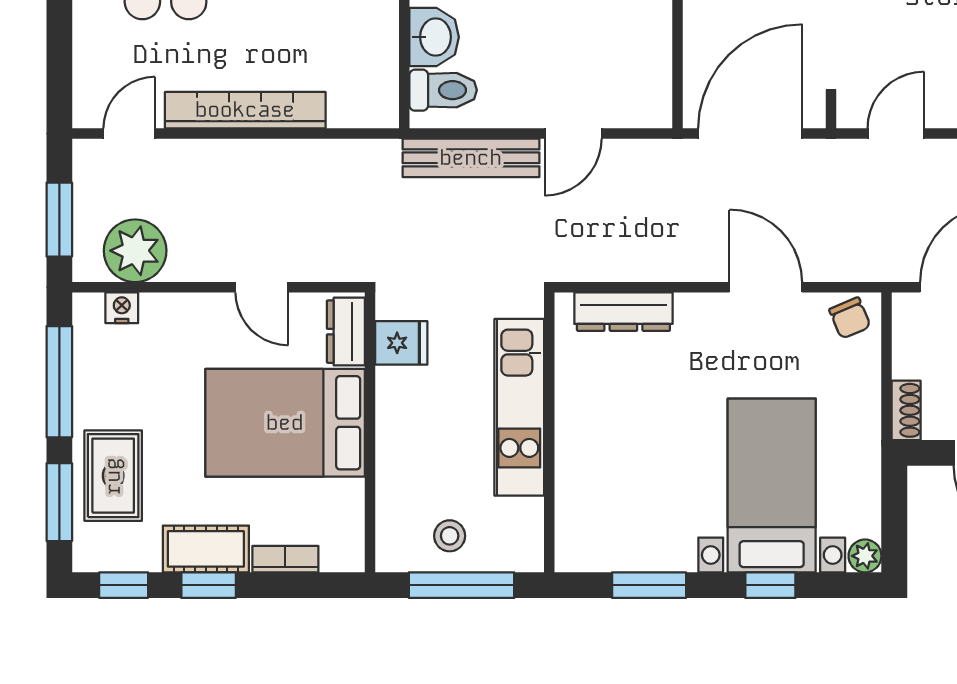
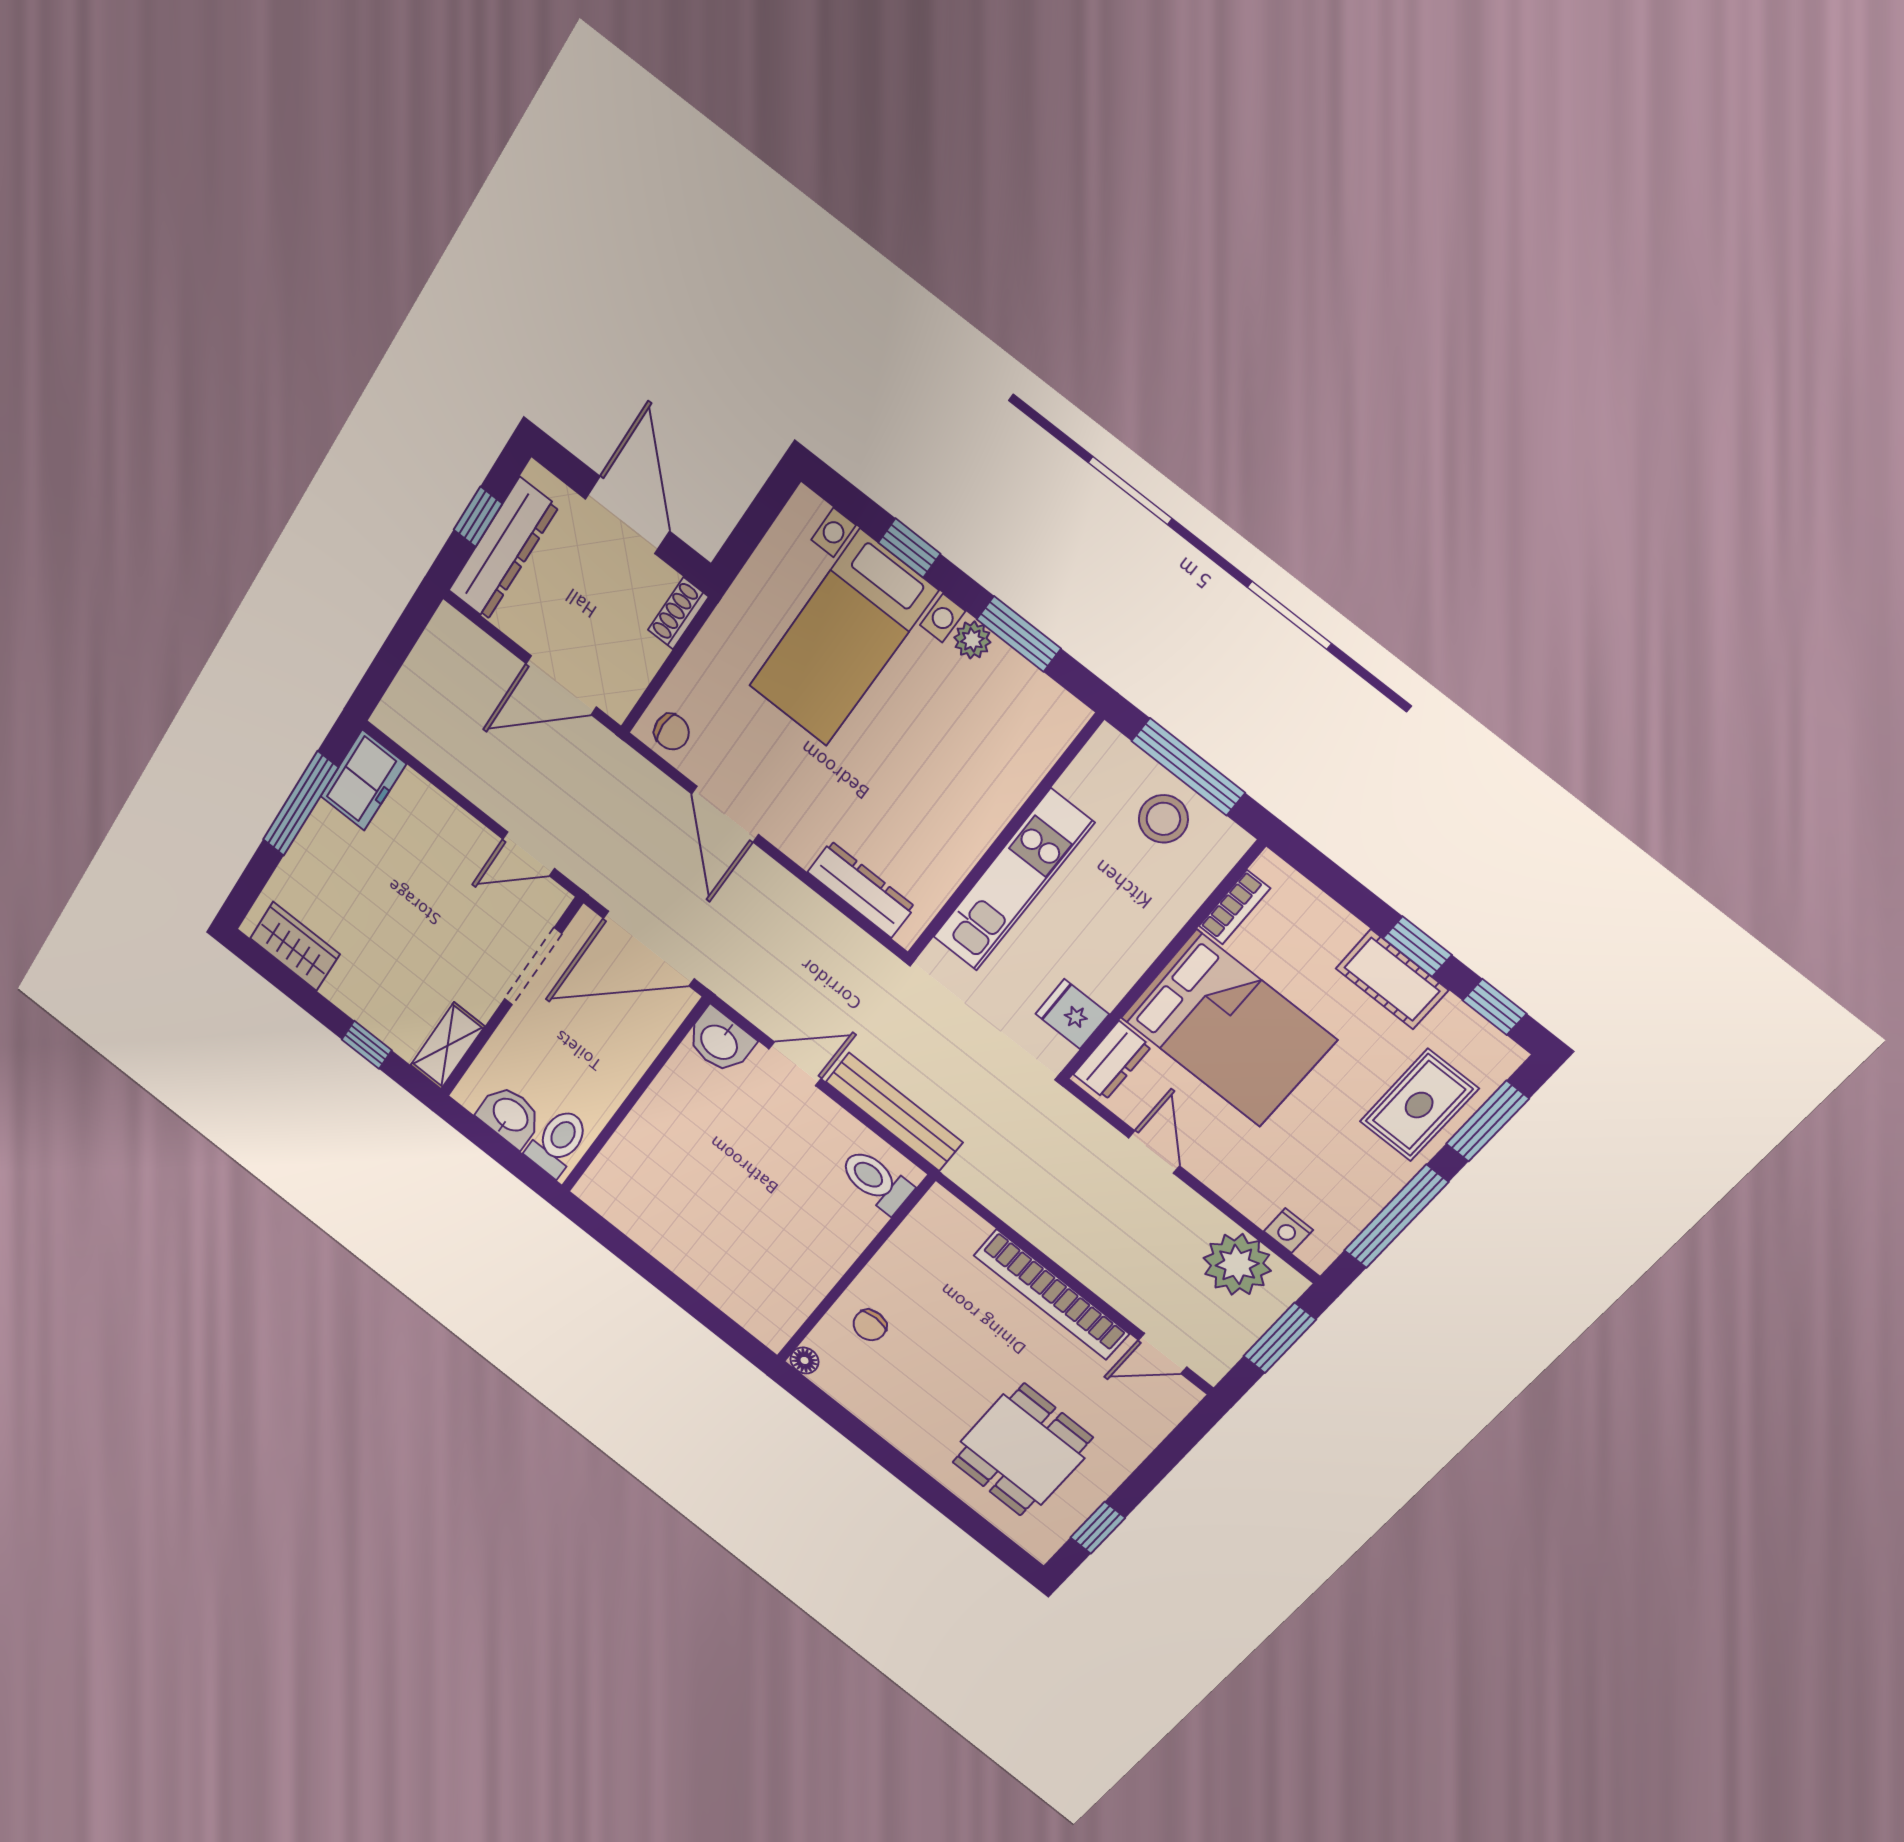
washbasin: (434, 37) -> (720, 1041), moved, turned -90
chair: (850, 318) -> (672, 732), turned 113
stool: (450, 536) -> (1163, 819), width x1.37, depth x1.37
plant: (865, 556) -> (972, 640), moved
bookcase: (285, 559) -> (1234, 907), moved, turned -90

